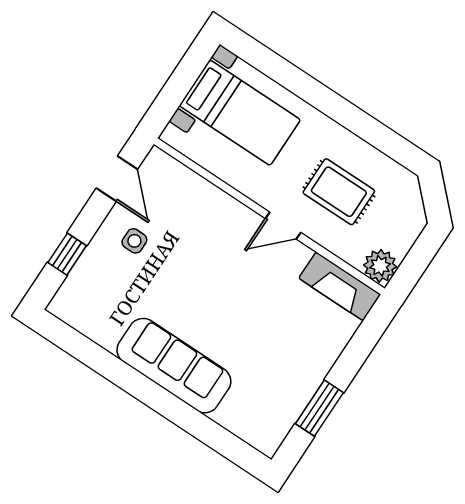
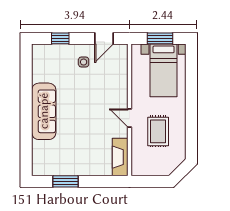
window: (181, 82) -> (160, 38), added
plant: (380, 266) -> (139, 168), removed

